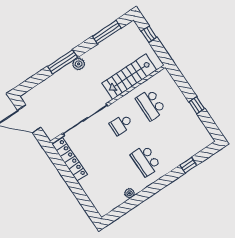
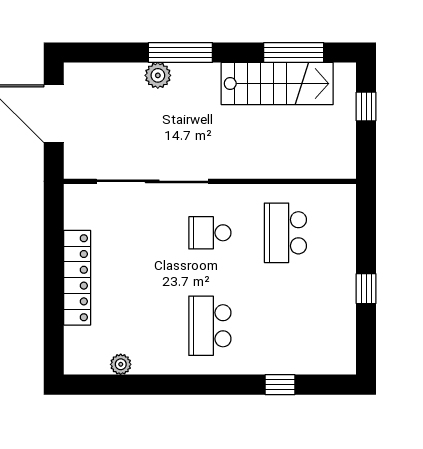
plant: (79, 64) -> (158, 75), moved
stairs: (129, 77) -> (277, 84), moved, turned 180
locker: (70, 159) -> (77, 278), moved
plant: (130, 193) -> (121, 364), moved

